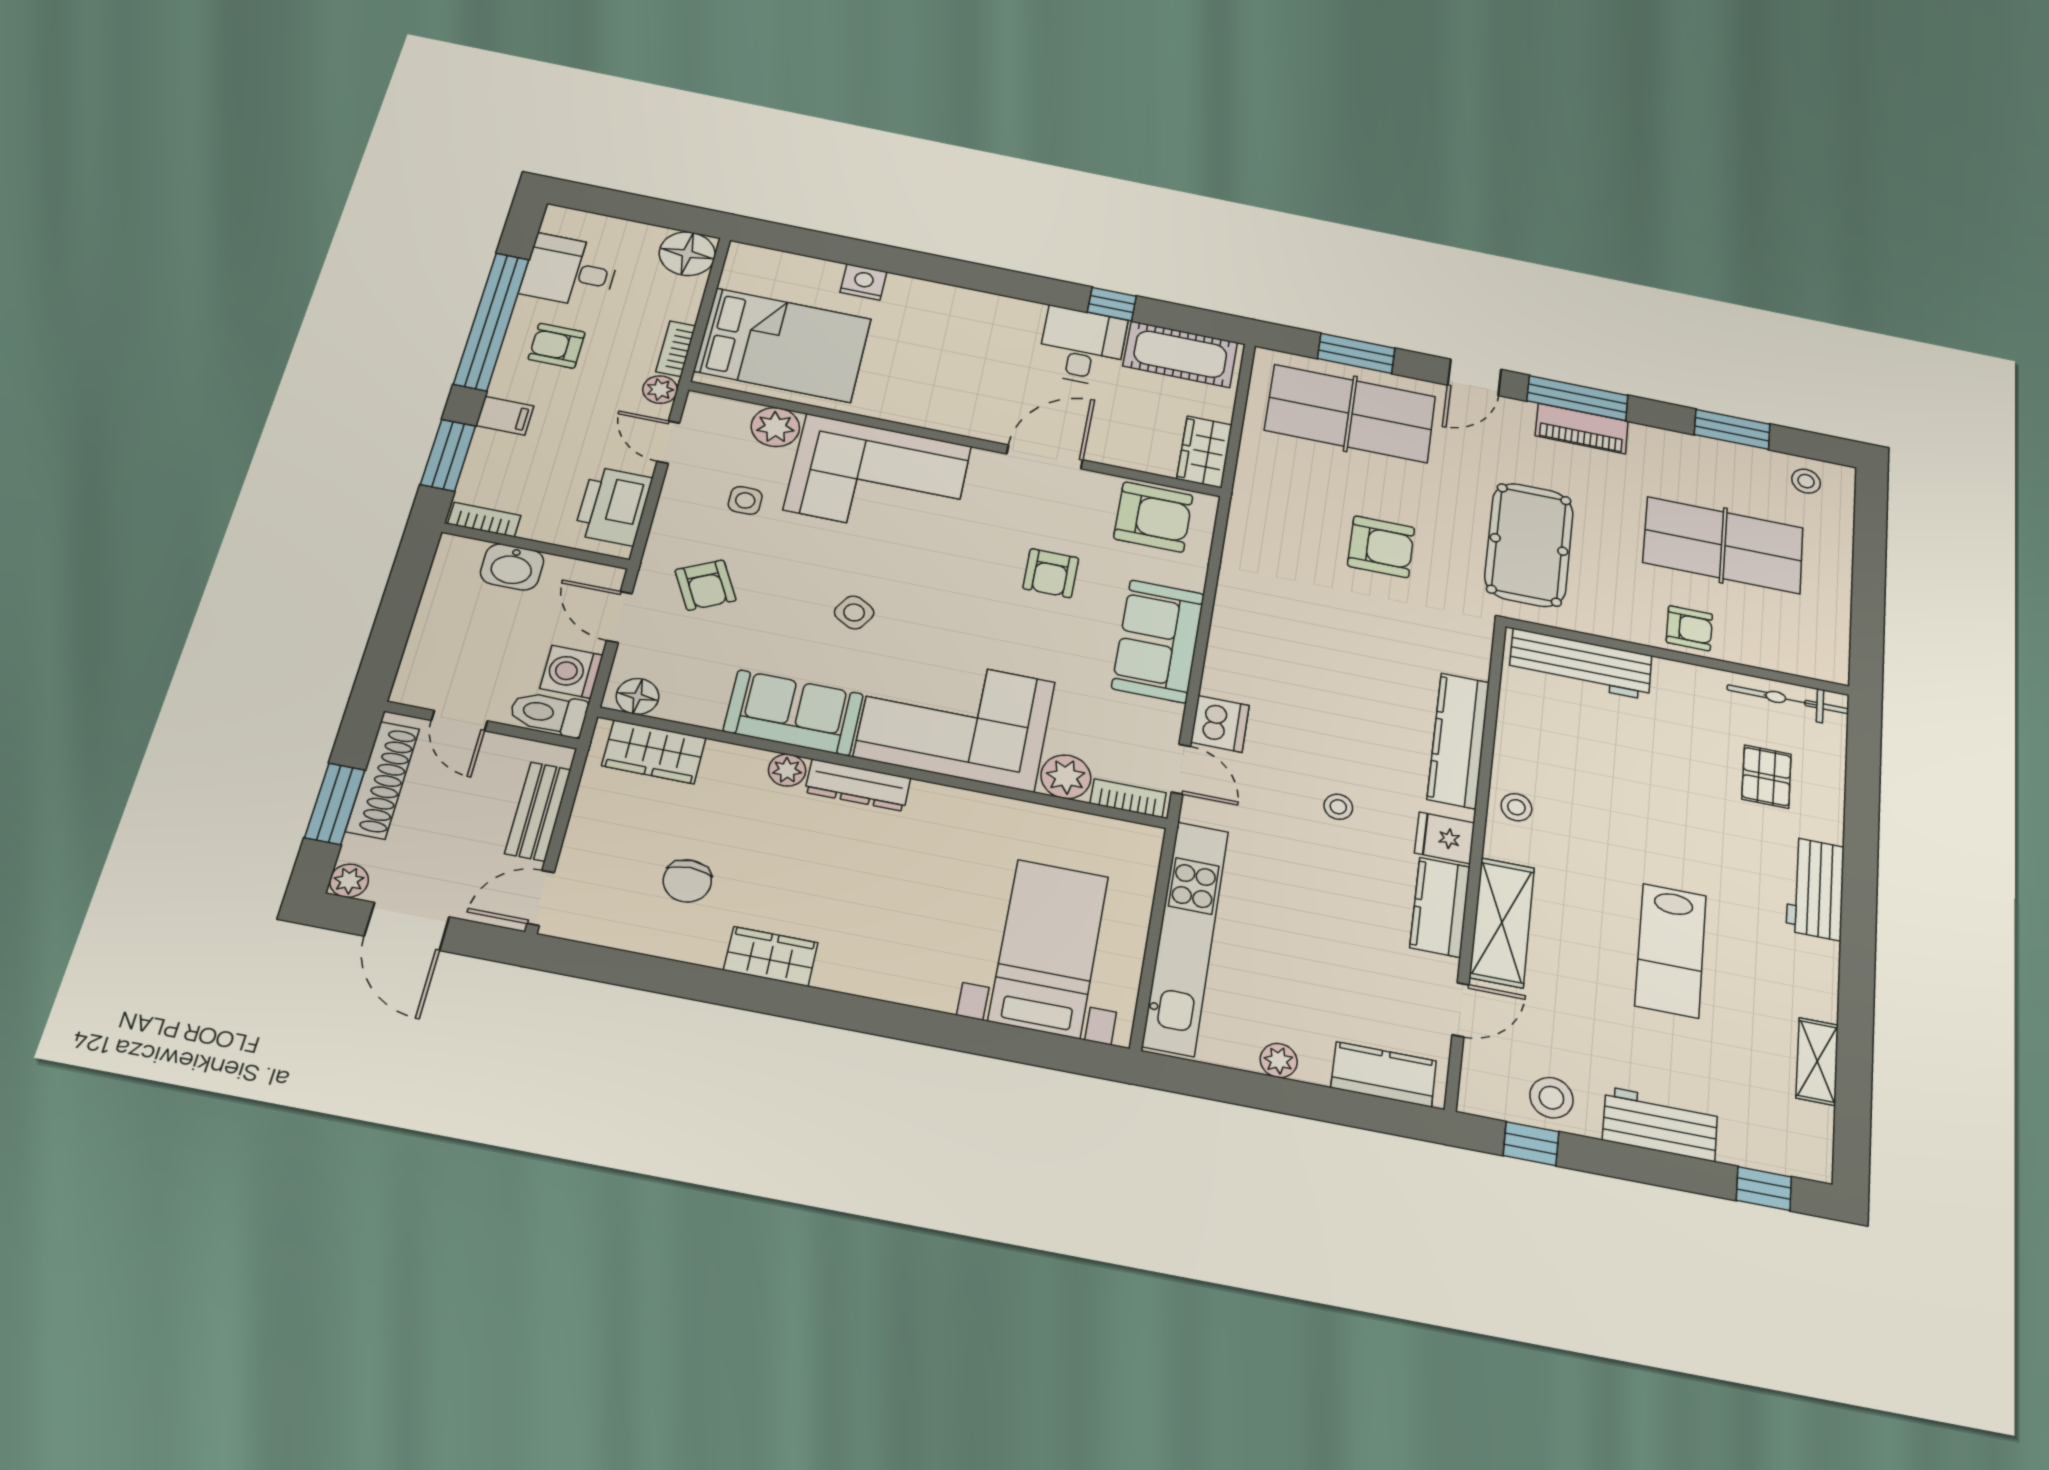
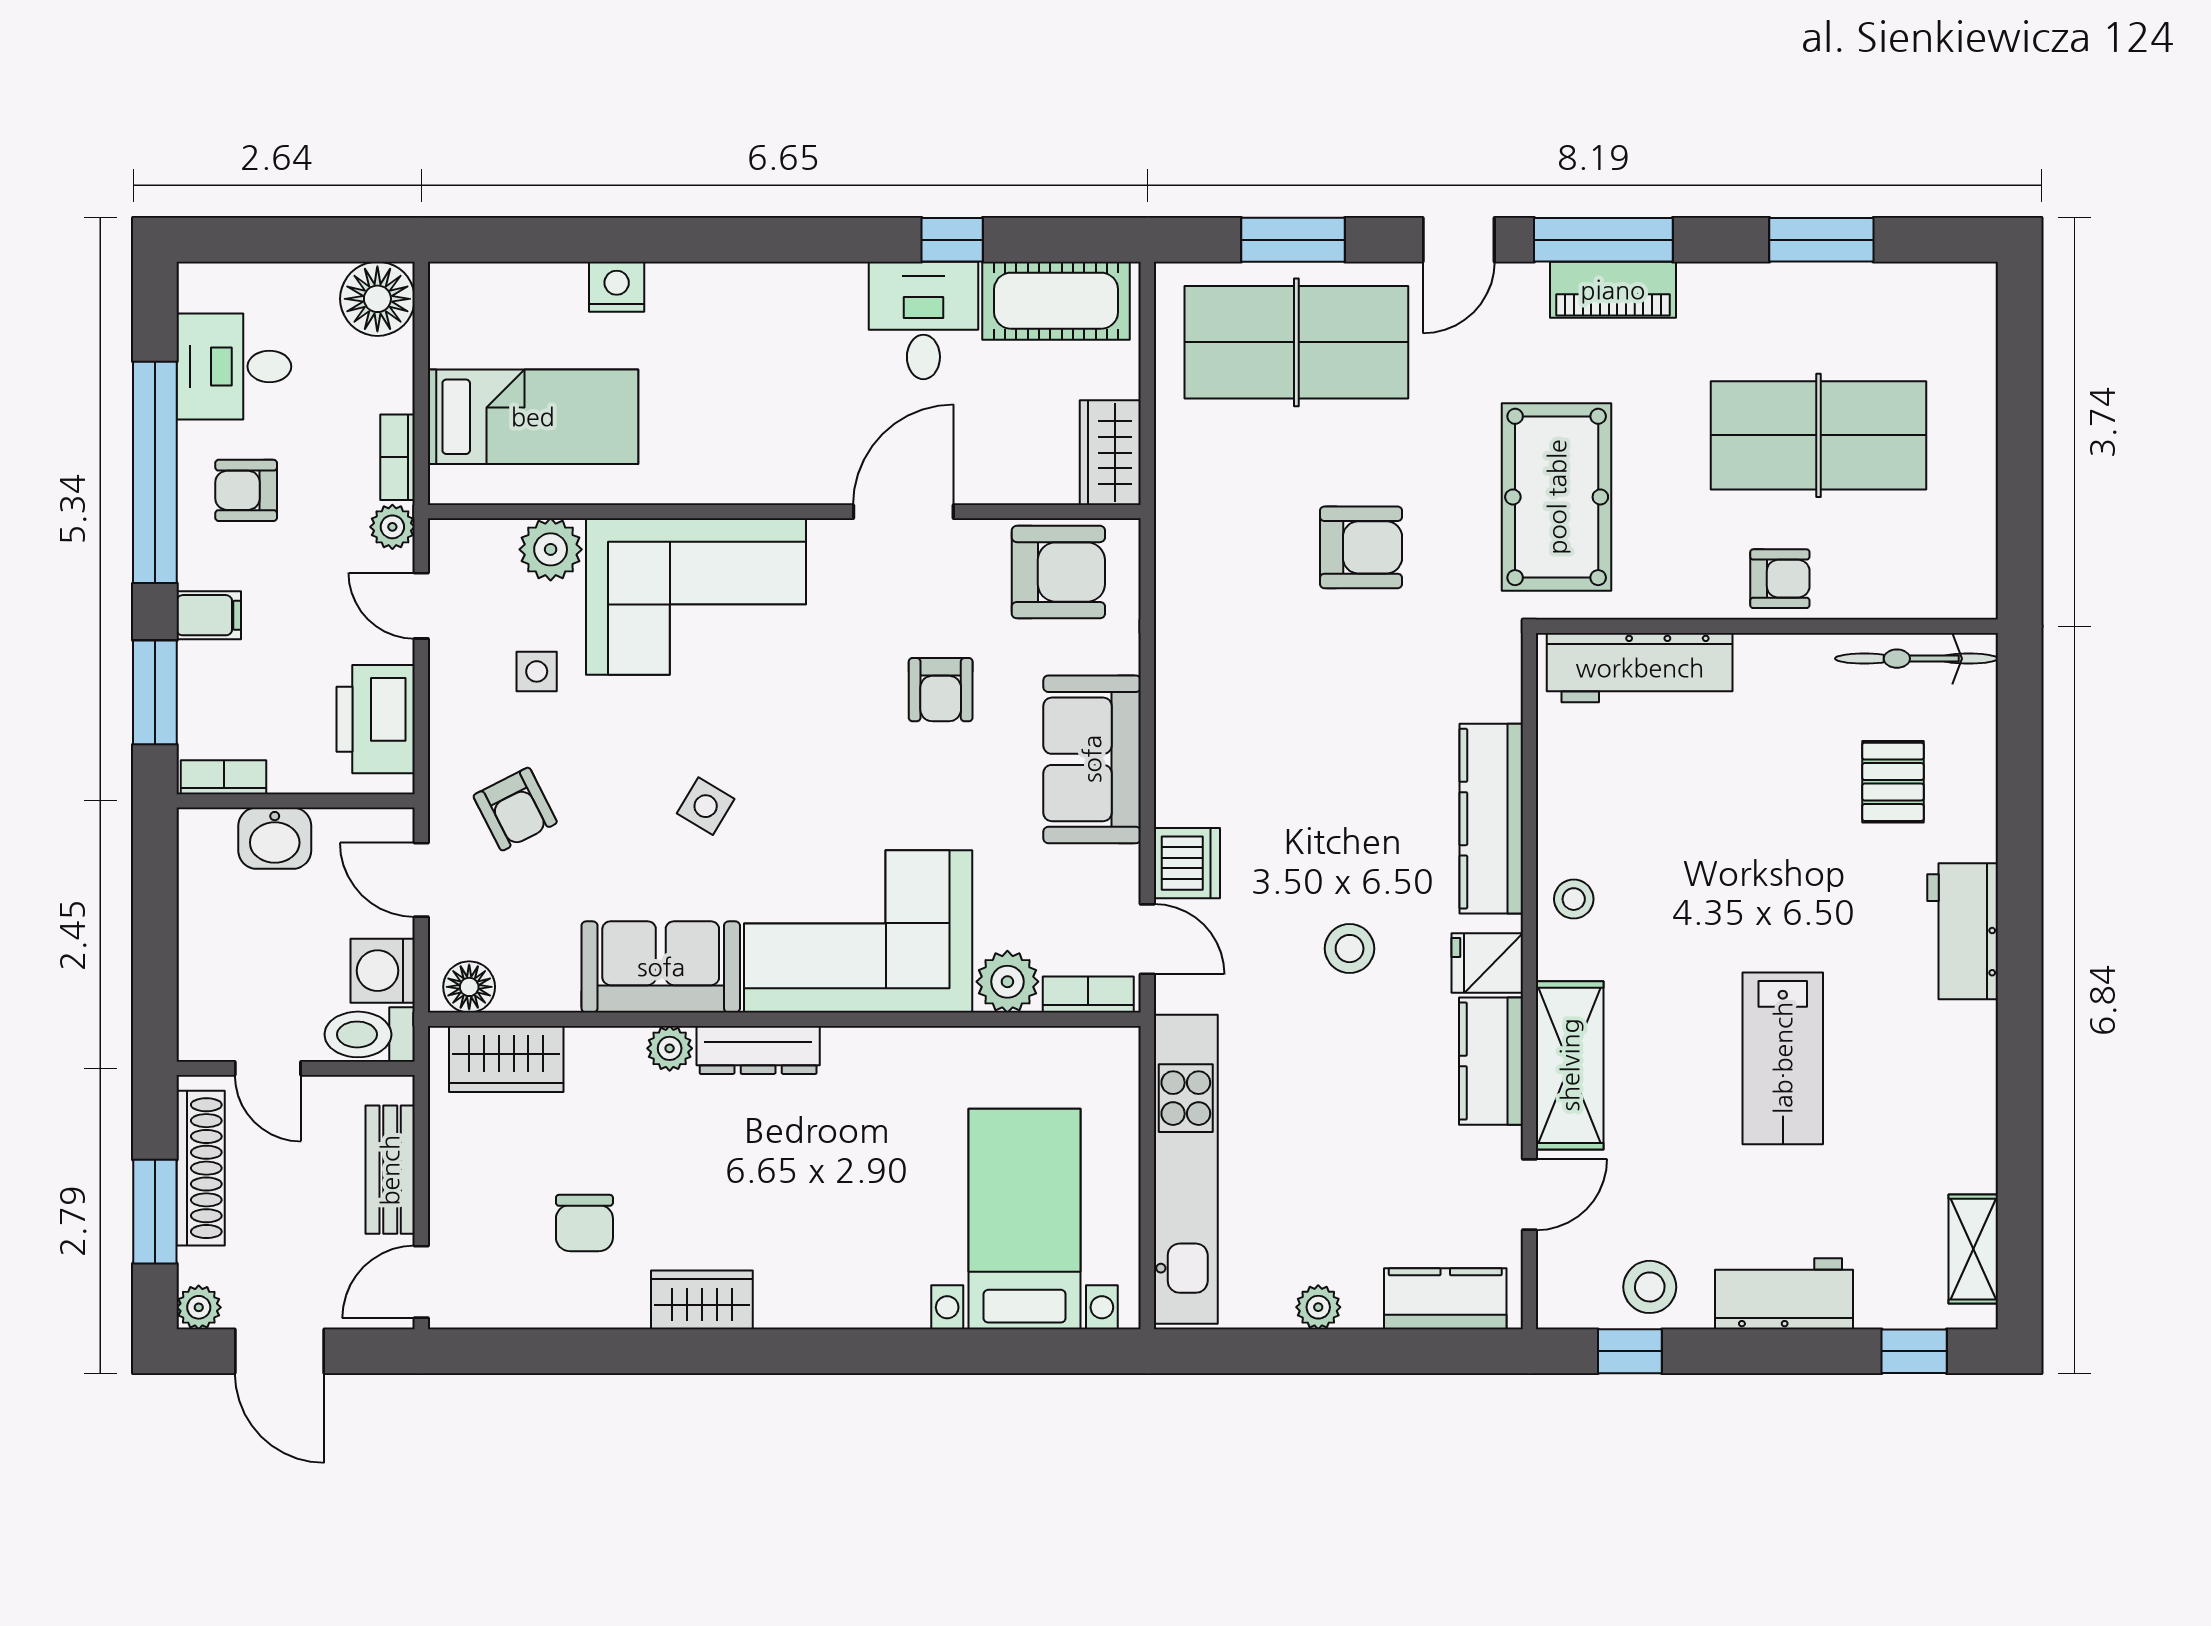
bed: (783, 345) -> (533, 417), width x0.67
stool: (1806, 481) -> (1928, 302), removed
stool: (1338, 807) -> (1350, 949), width x1.37, depth x1.37
shelving: (1817, 1061) -> (1973, 1249), moved

